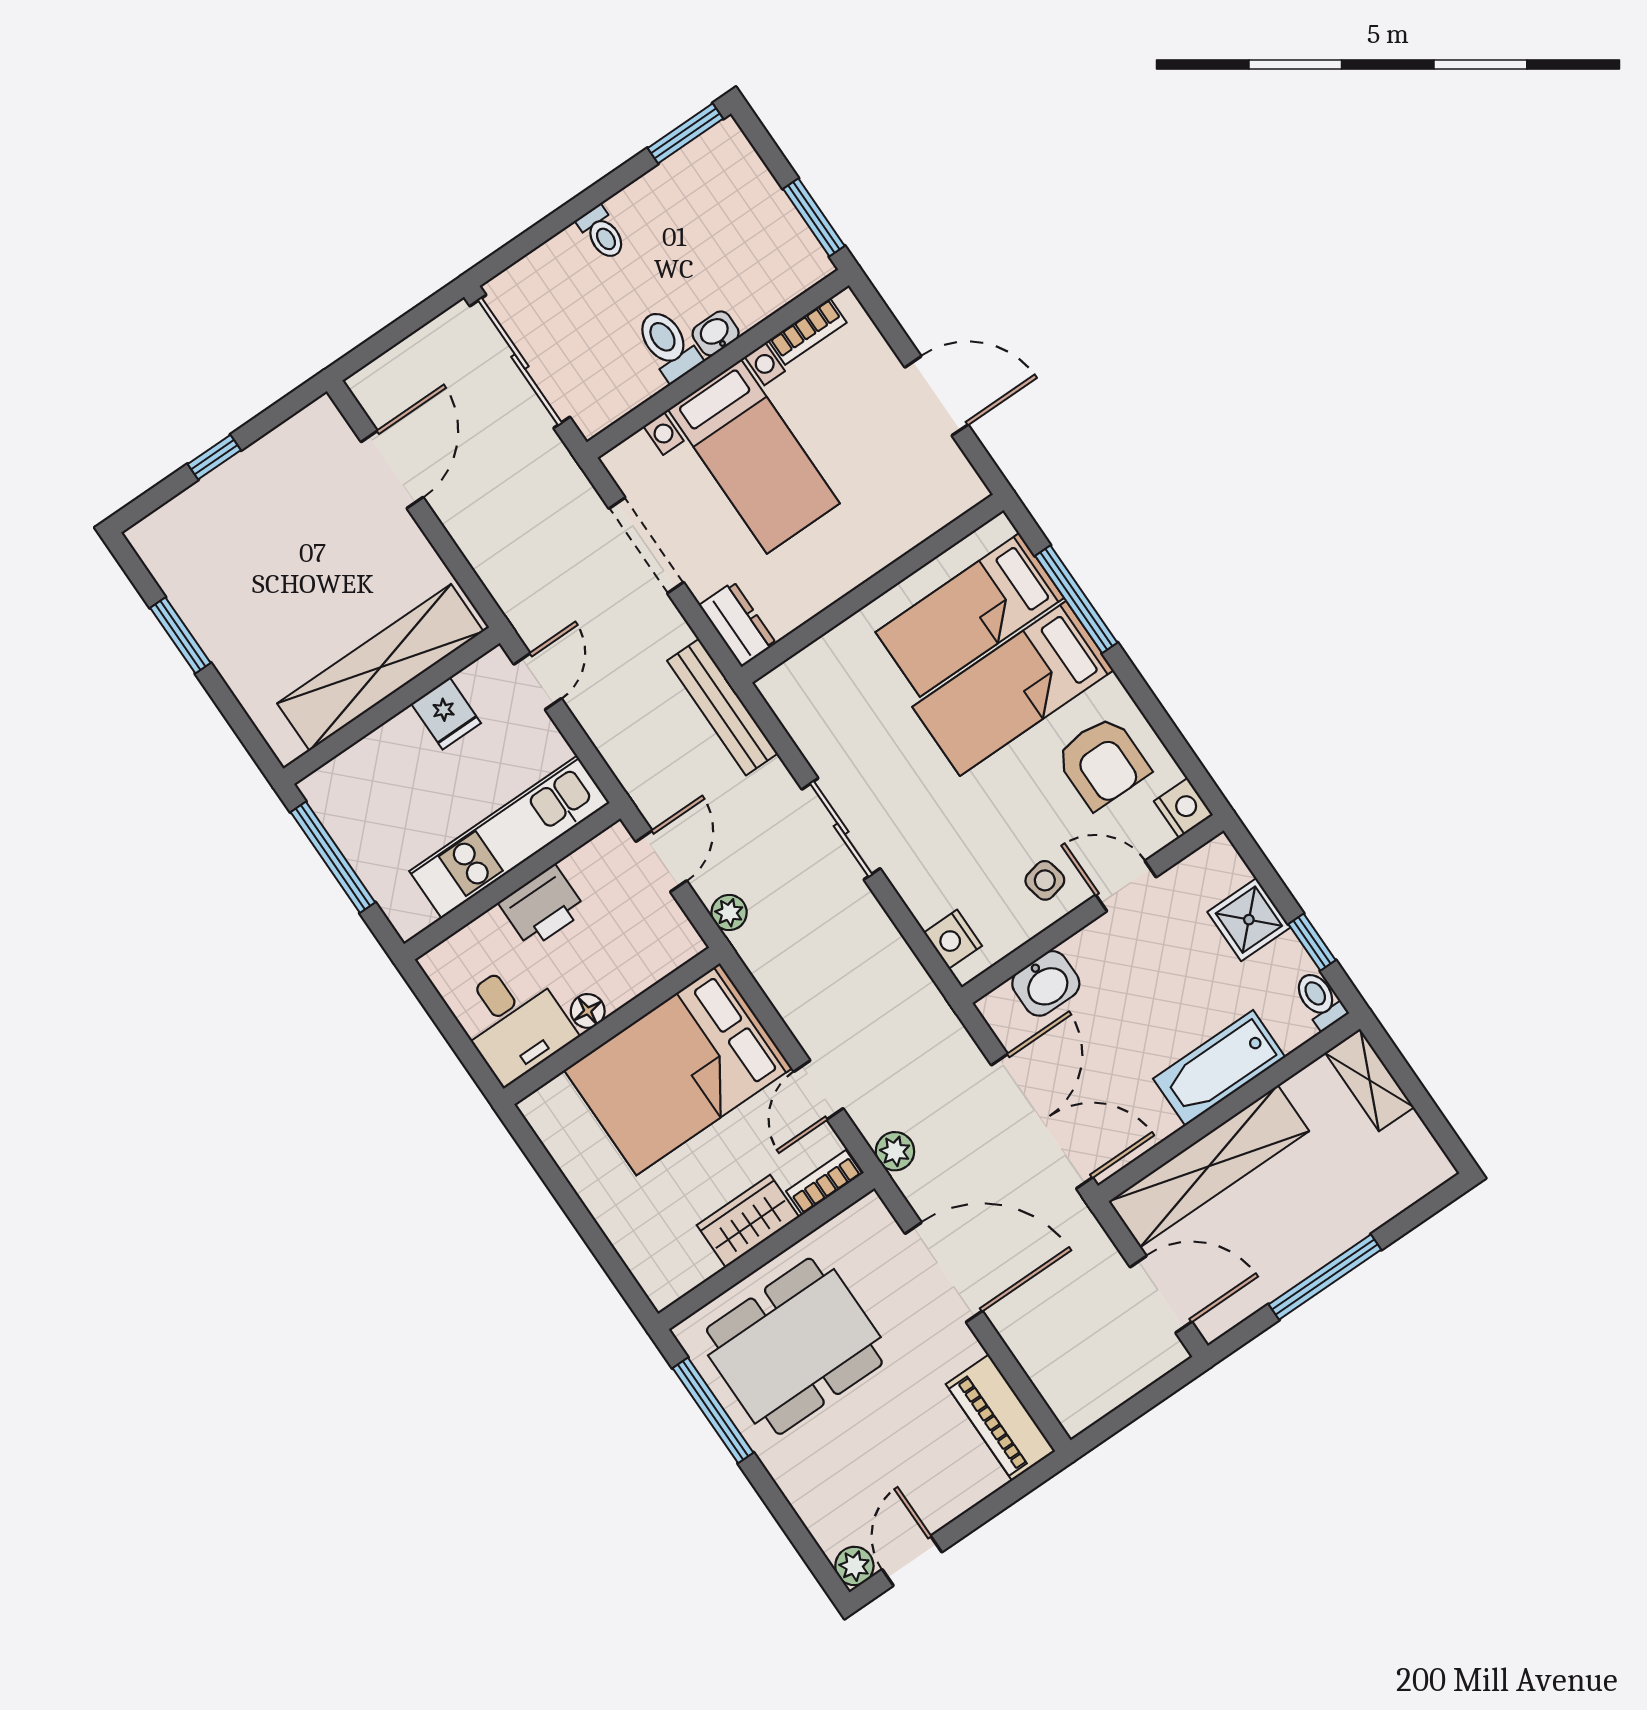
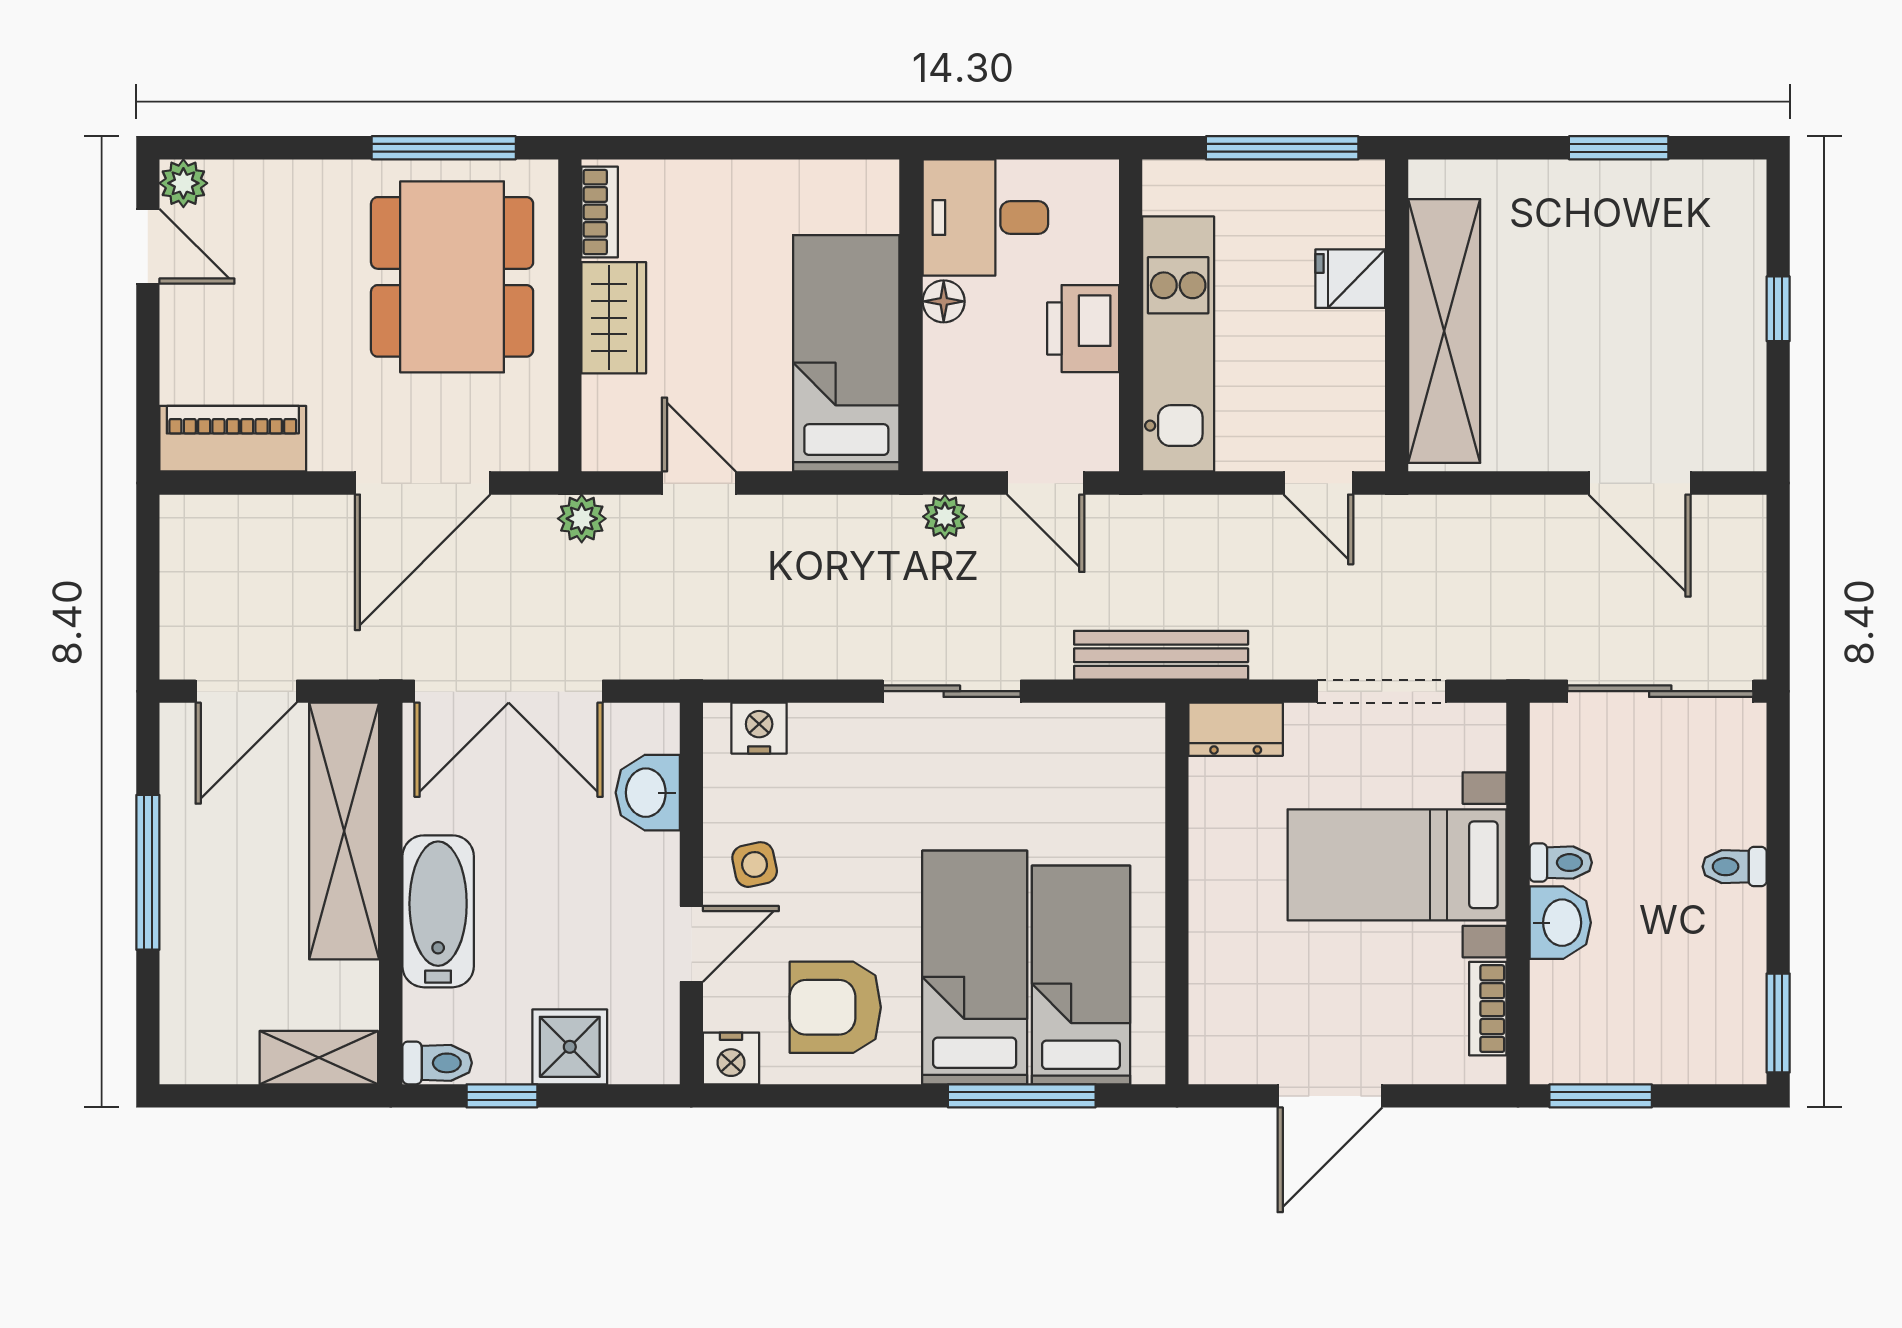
washbasin: (716, 333) -> (1560, 923), width x1.38, depth x1.45
toilet: (668, 345) -> (1561, 863), width x0.73, depth x0.72
fridge: (446, 713) -> (1350, 279), moved
bed: (678, 1069) -> (846, 353), width x0.67
bookcase: (824, 1182) -> (600, 212), moved

